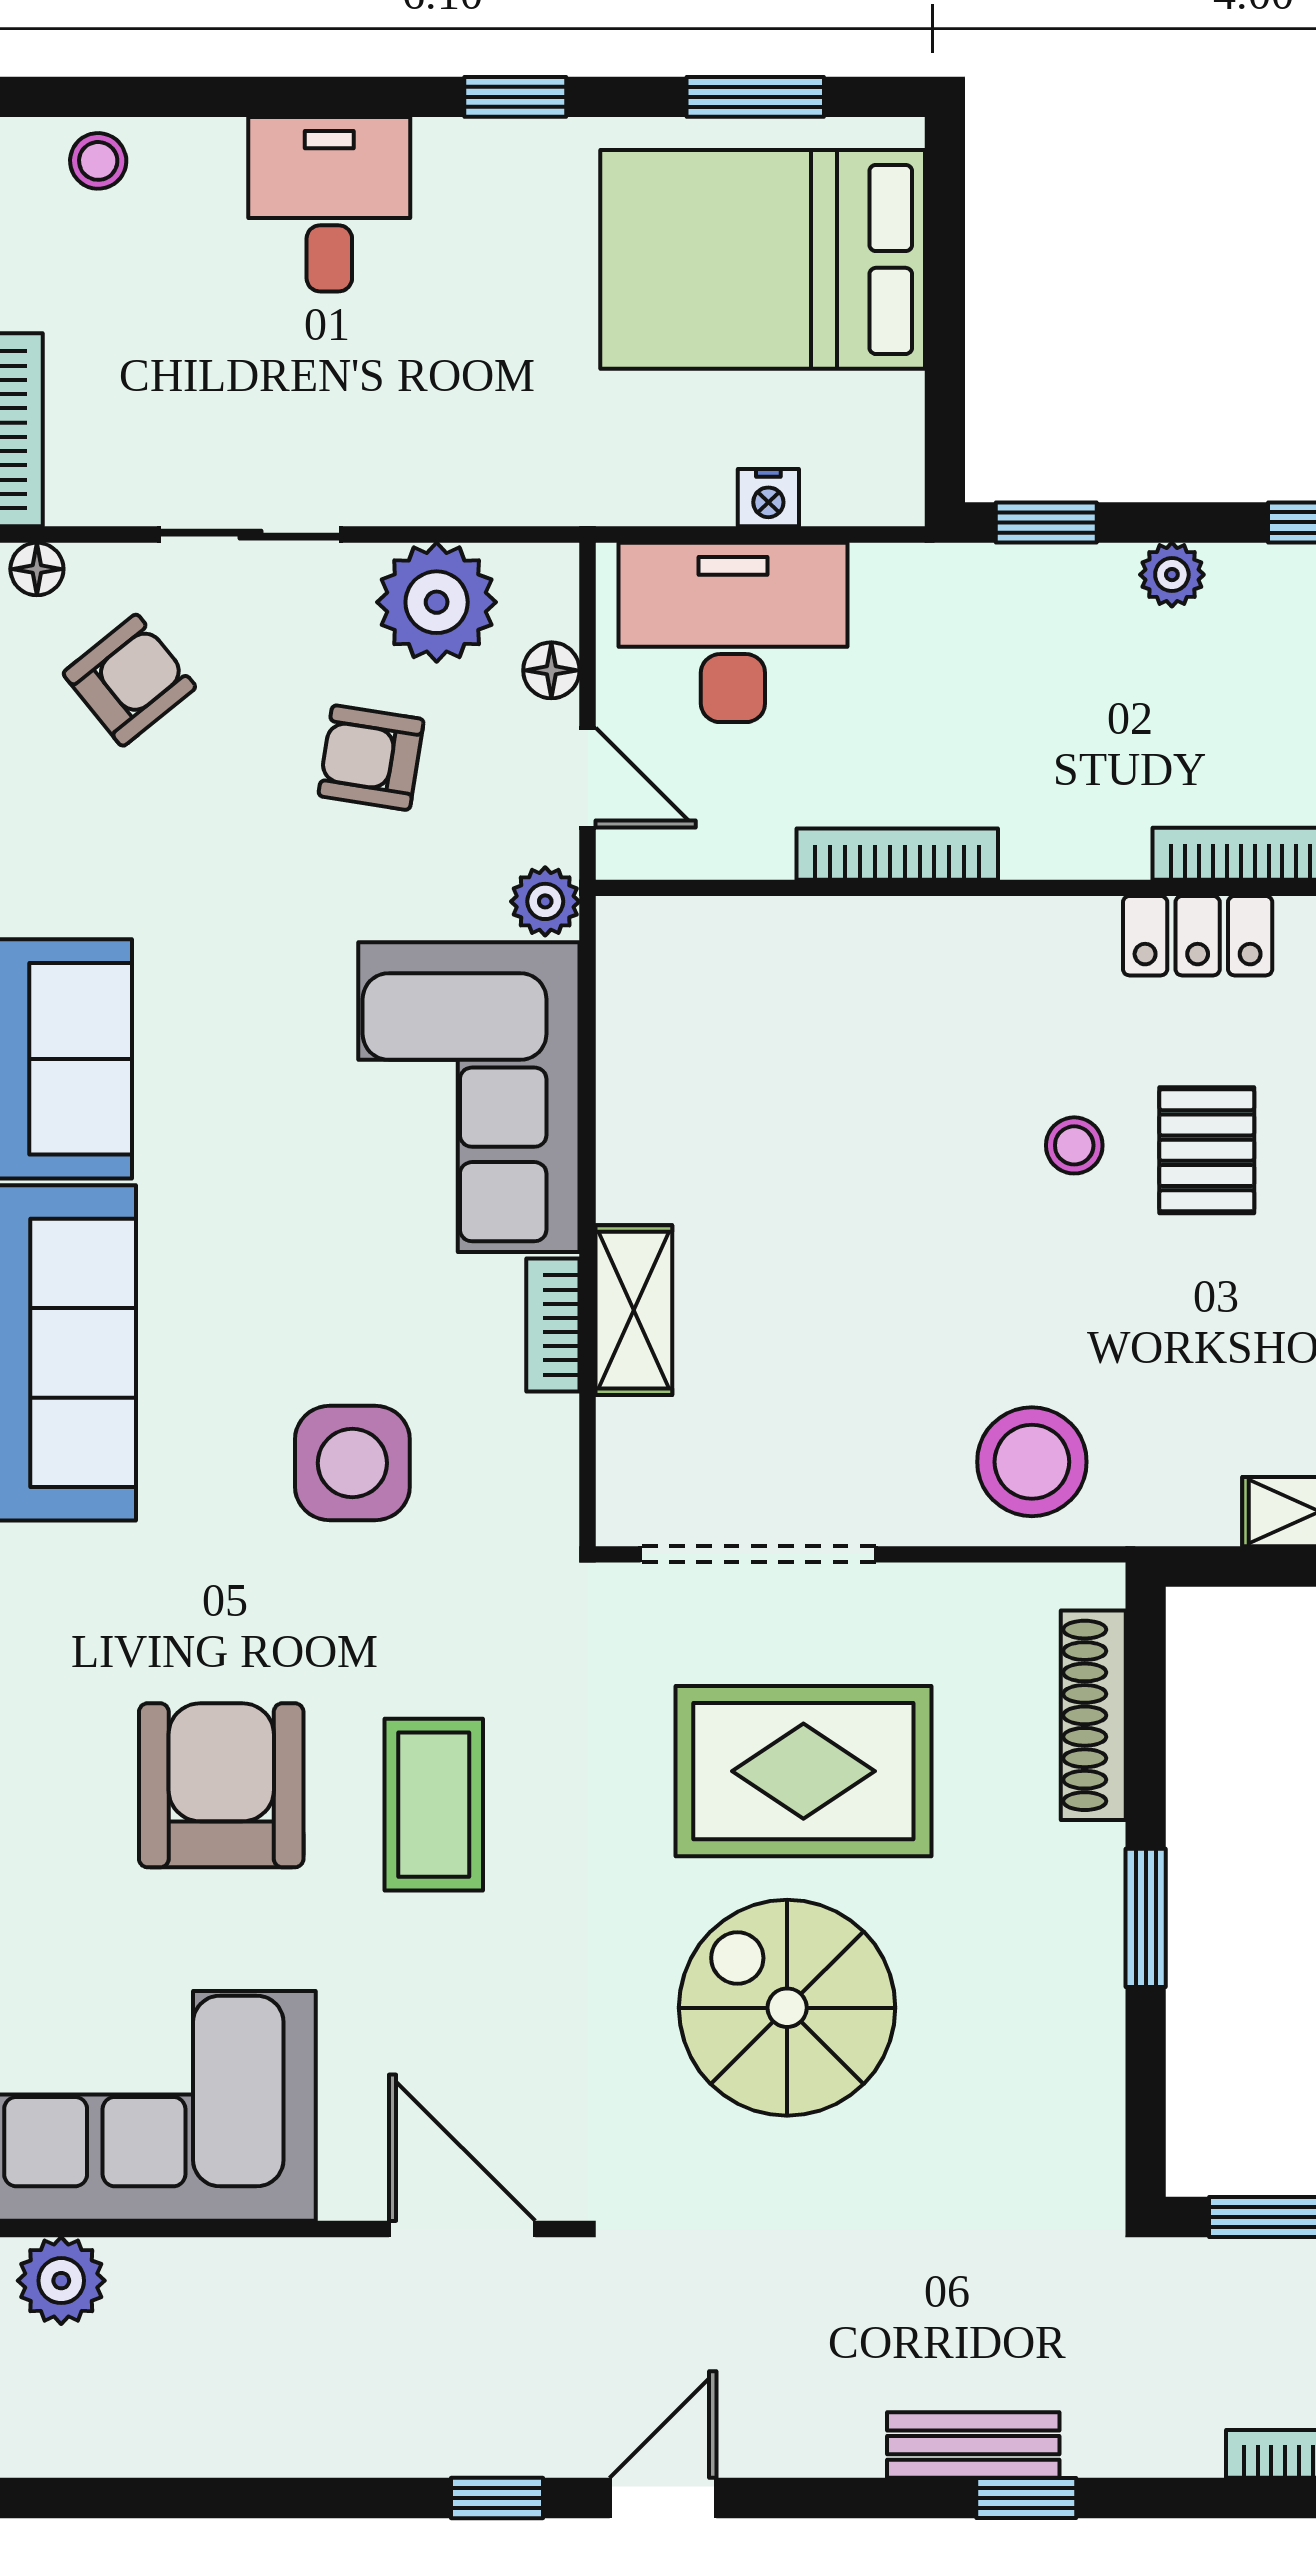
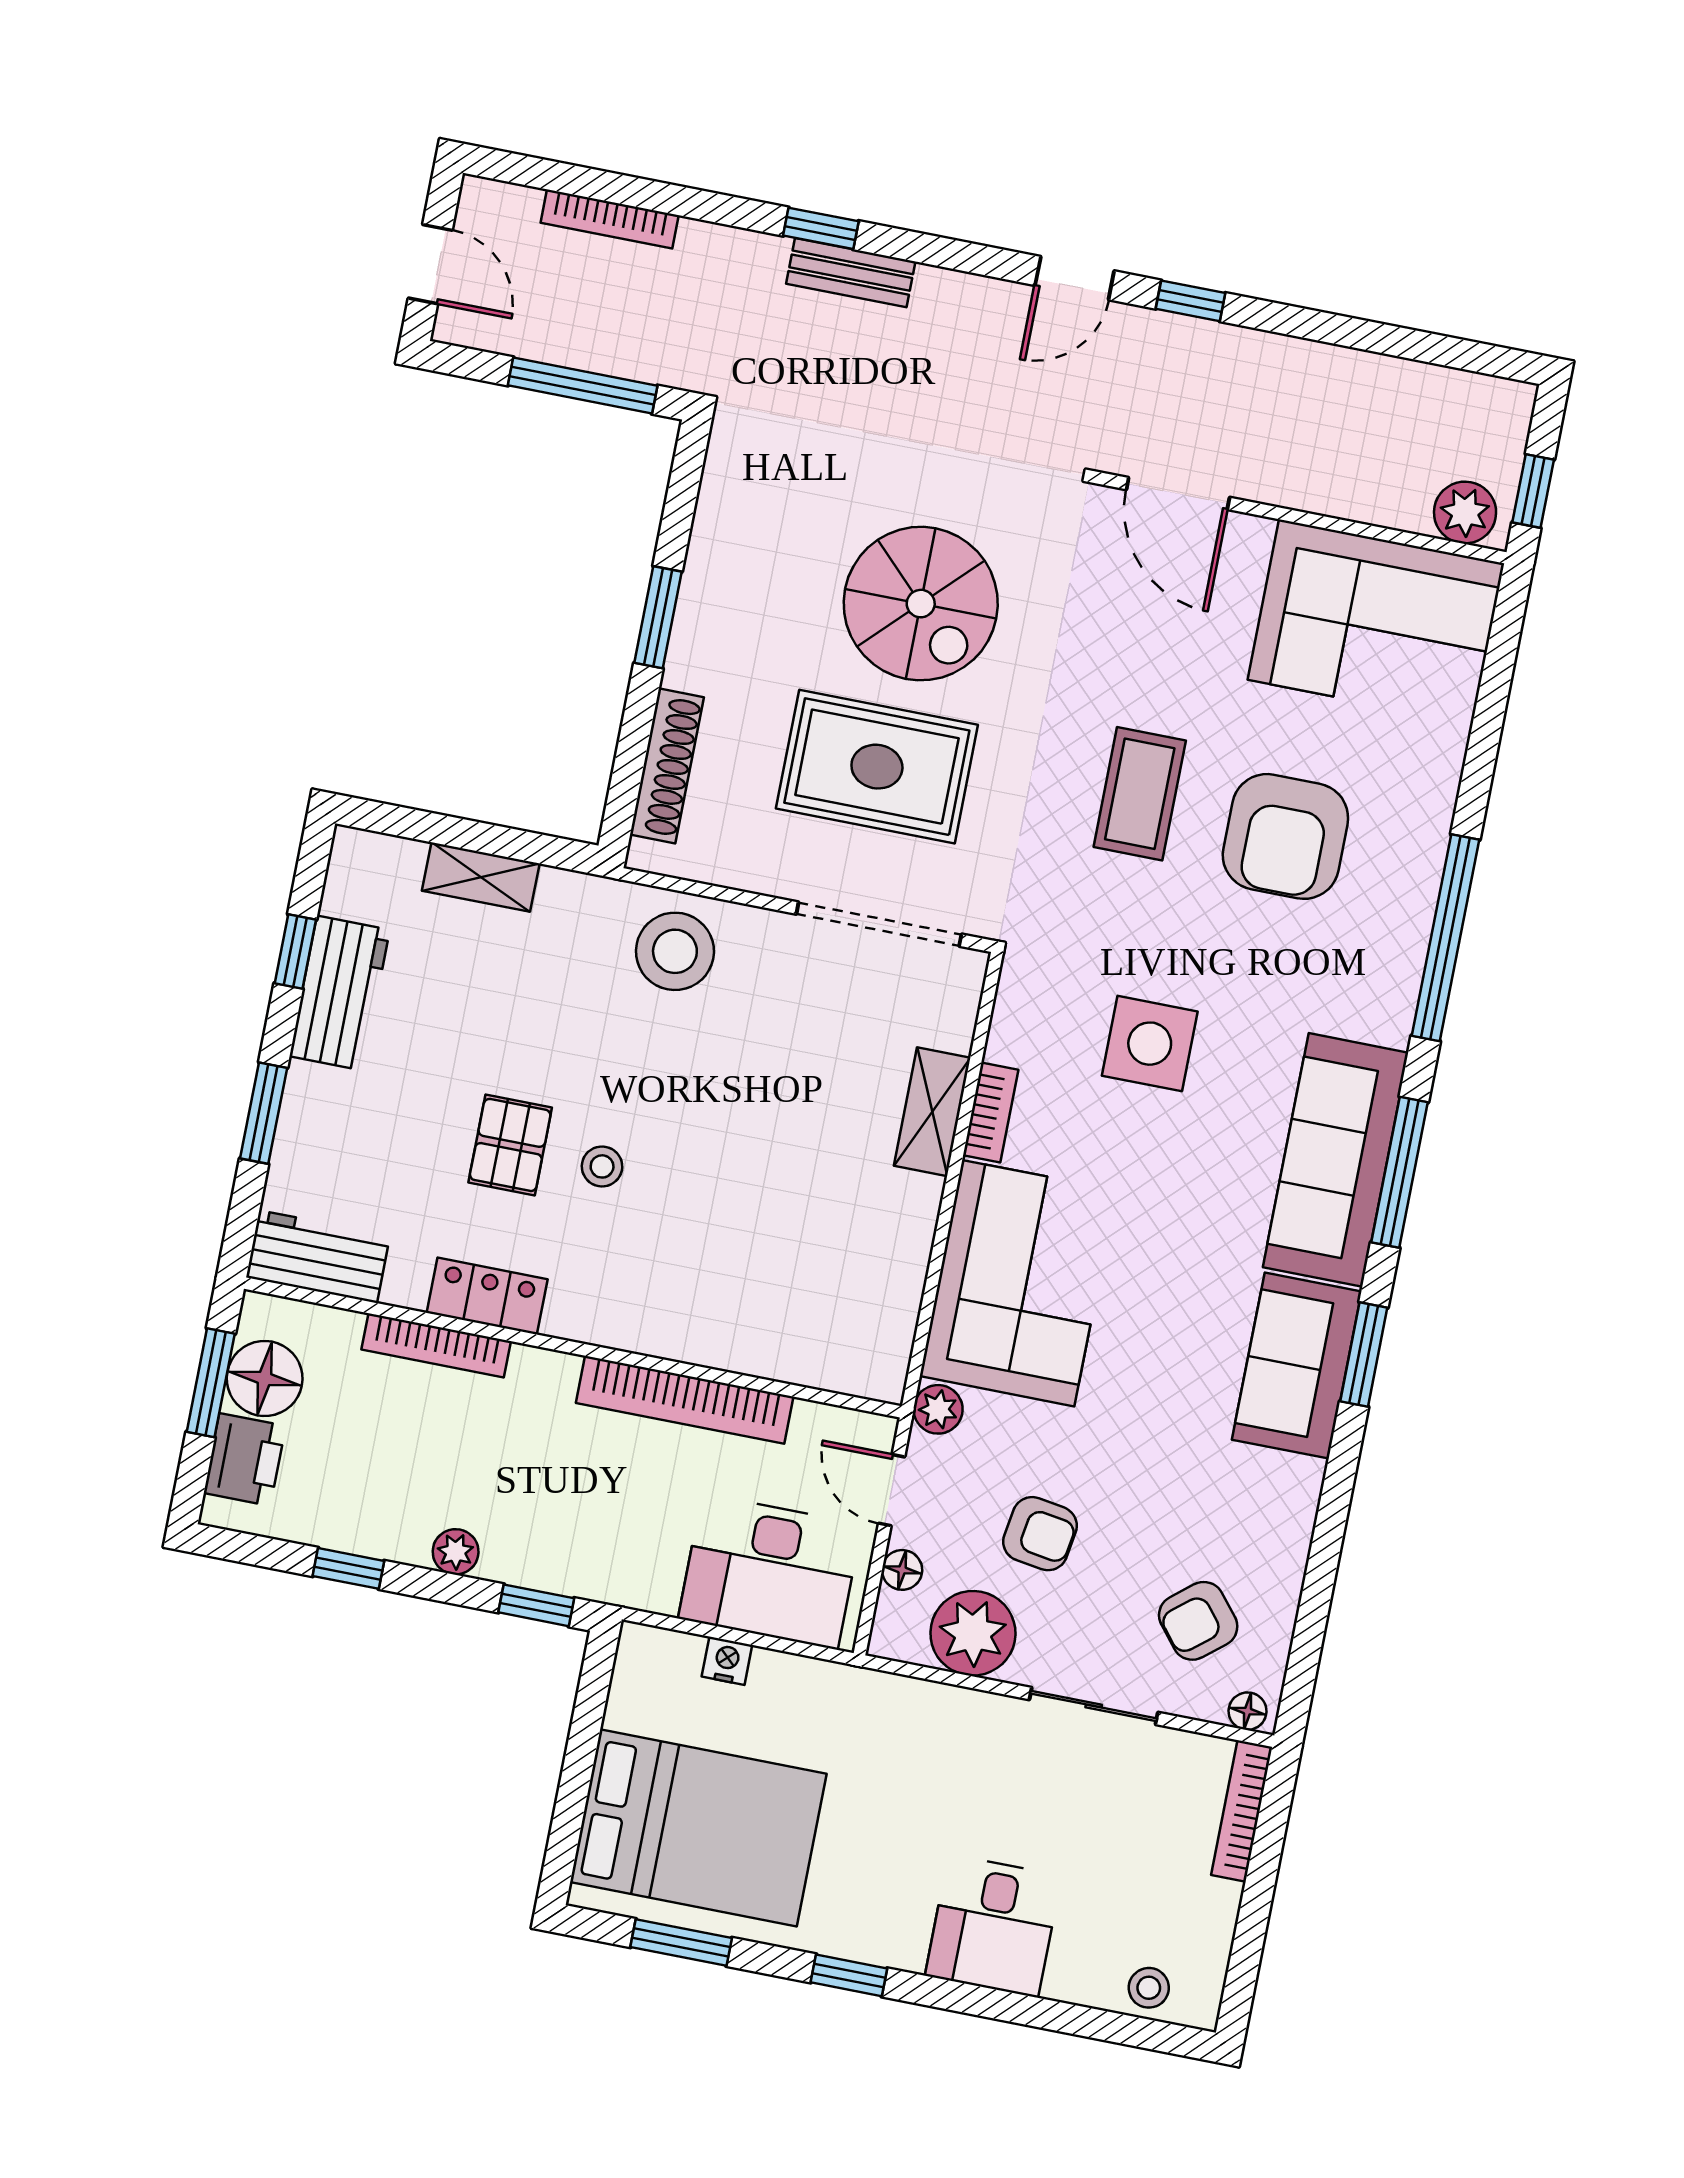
bookcase: (897, 854) -> (685, 1400), width x1.48, depth x1.31

